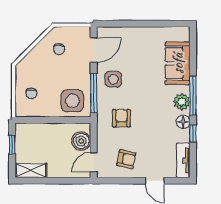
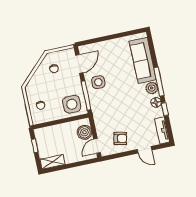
sofa: (178, 63) -> (143, 60), width x1.36
armchair: (121, 118) -> (110, 109), removed

